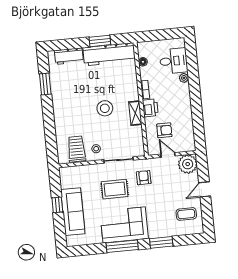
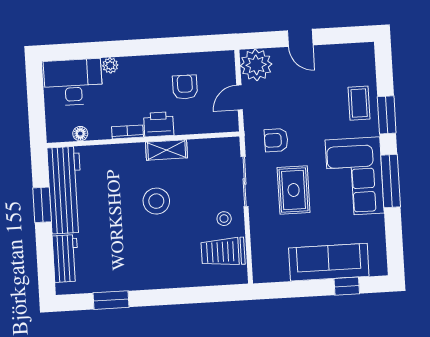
desk: (174, 61) -> (73, 82), width x1.37
armchair: (164, 130) -> (185, 87), moved
window: (57, 205) -> (347, 286), moved
coffee table: (186, 214) -> (359, 103), moved

